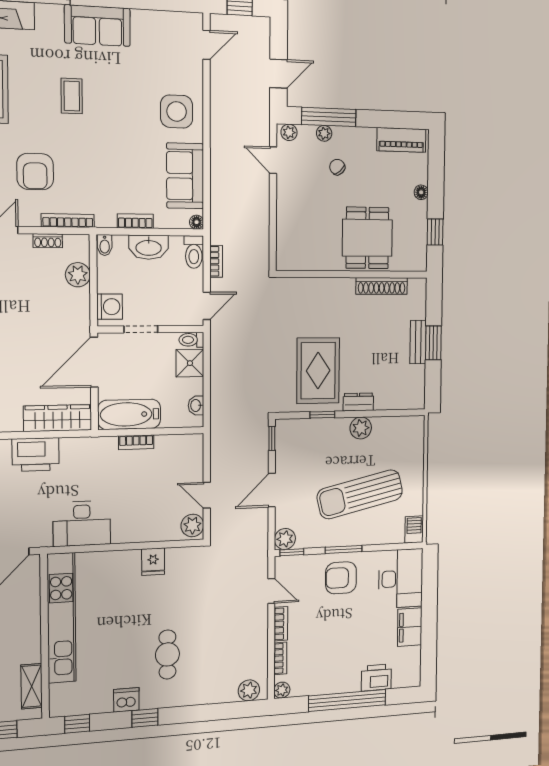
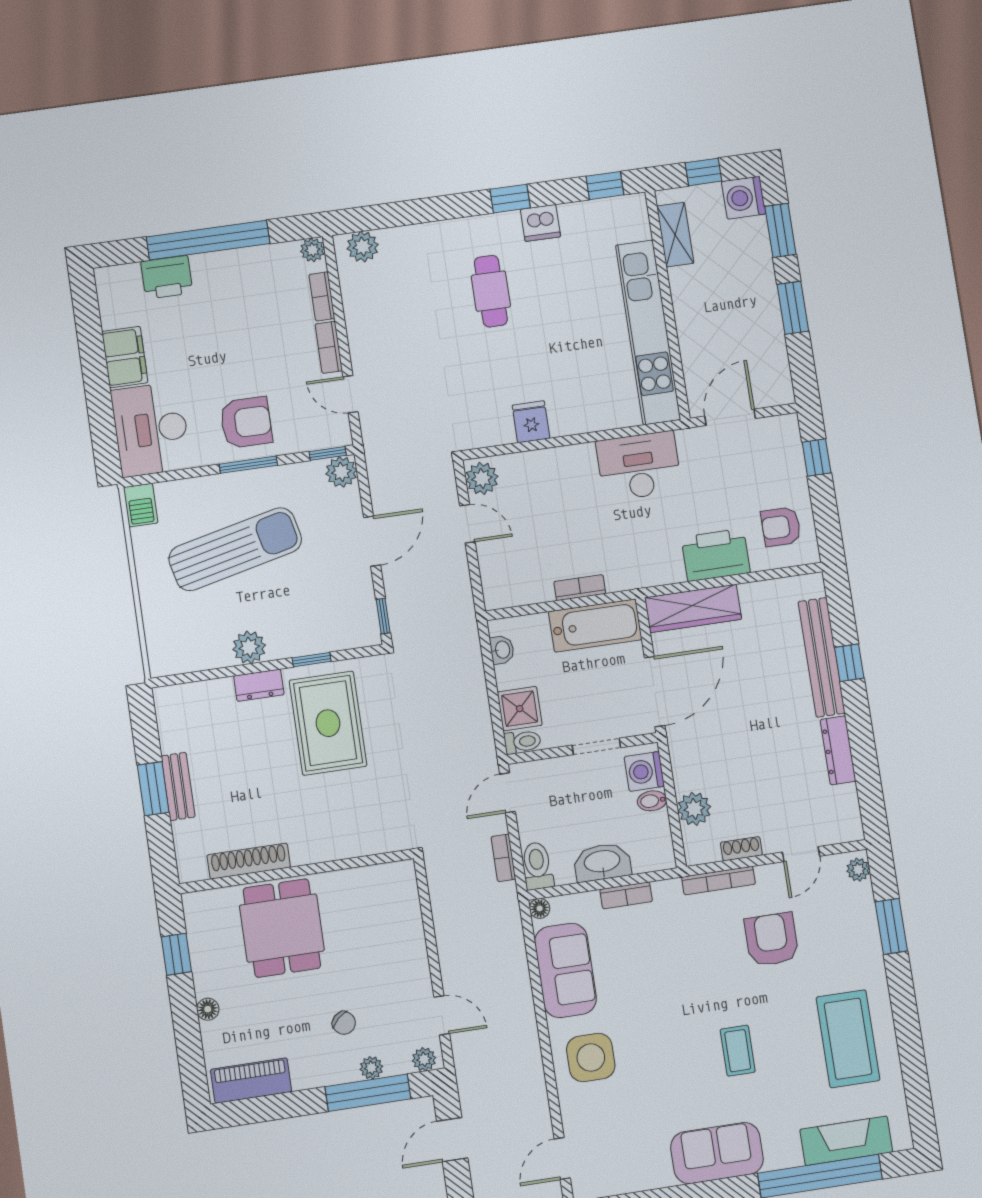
bidet: (105, 245) -> (652, 801), moved, turned -90

